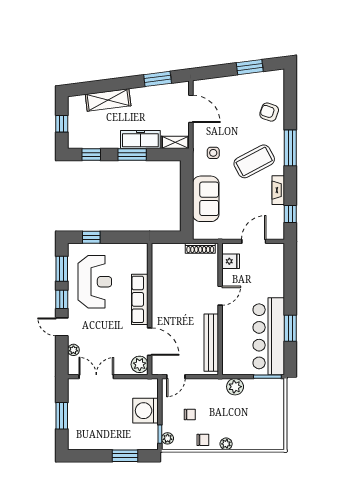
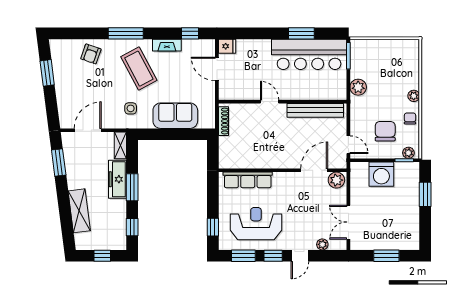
fridge: (231, 261) -> (227, 46), moved, turned 90
row of seats: (140, 299) -> (248, 180), moved
chair: (190, 414) -> (385, 131), width x1.87, depth x1.87

